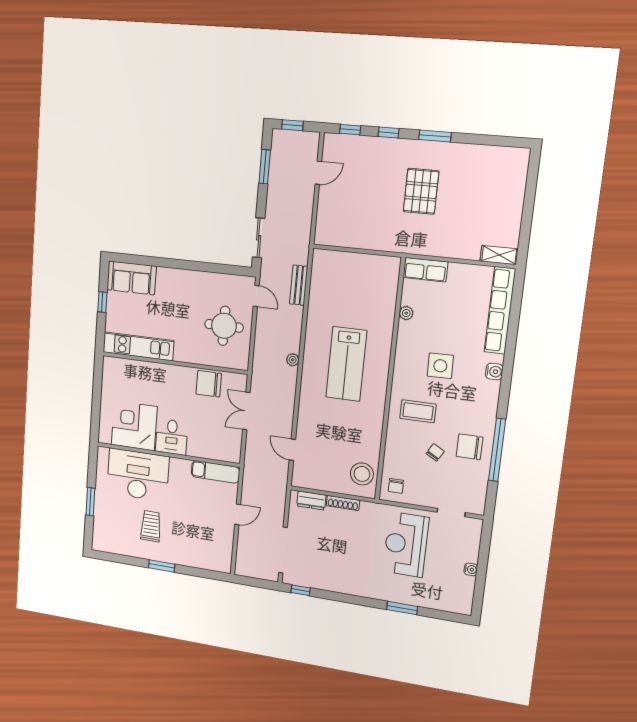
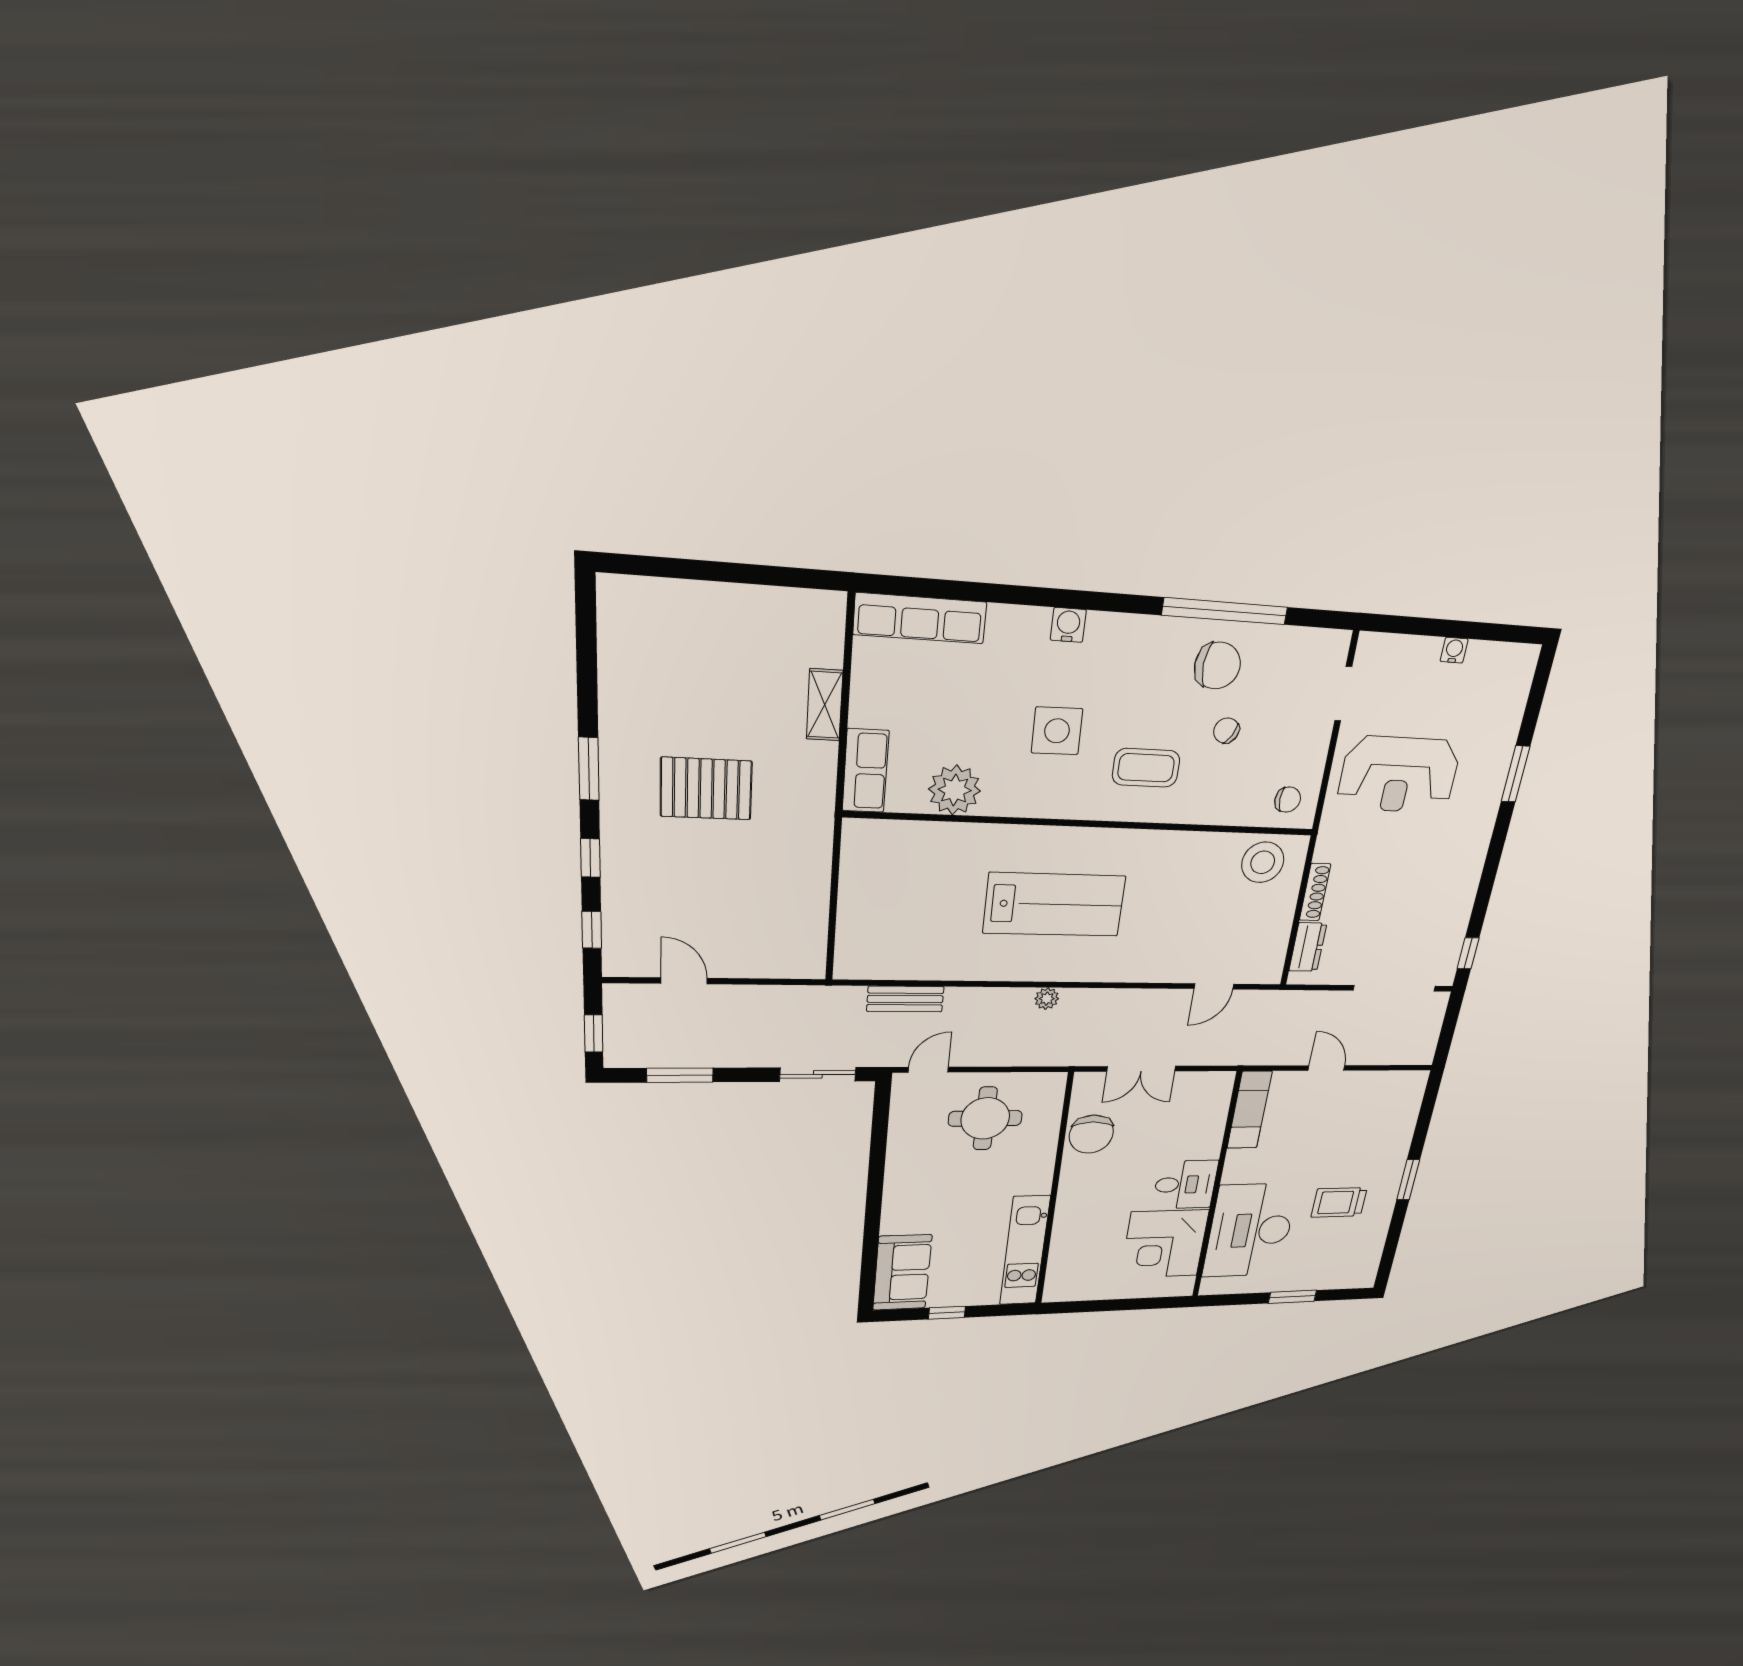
shelving: (499, 255) -> (825, 705), moved
row of seats: (500, 311) -> (920, 618), width x0.73
plant: (406, 313) -> (955, 790), width x1.87, depth x1.87
coffee table: (418, 411) -> (1146, 768), turned 90
chair: (470, 447) -> (1217, 666), turned -87

